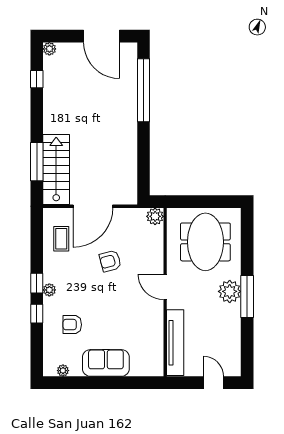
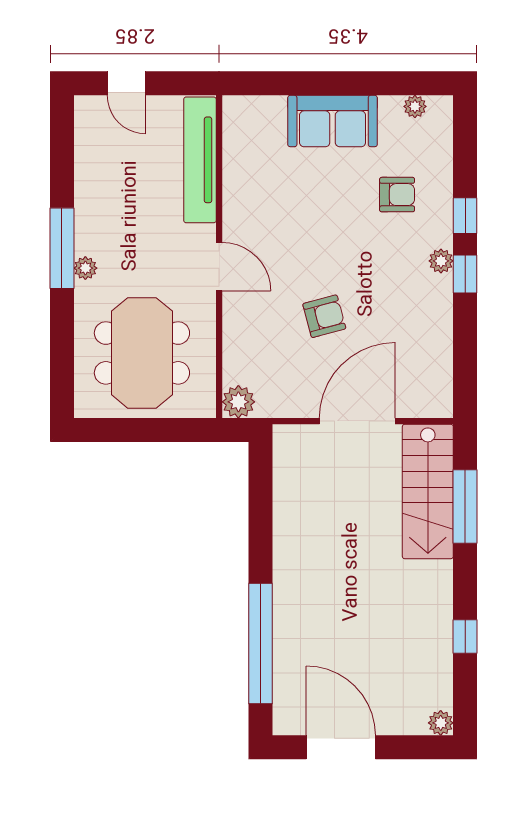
window: (37, 79) -> (465, 637), moved
coffee table: (61, 239) -> (418, 359), removed
plant: (230, 291) -> (85, 268), width x0.53, depth x0.53

